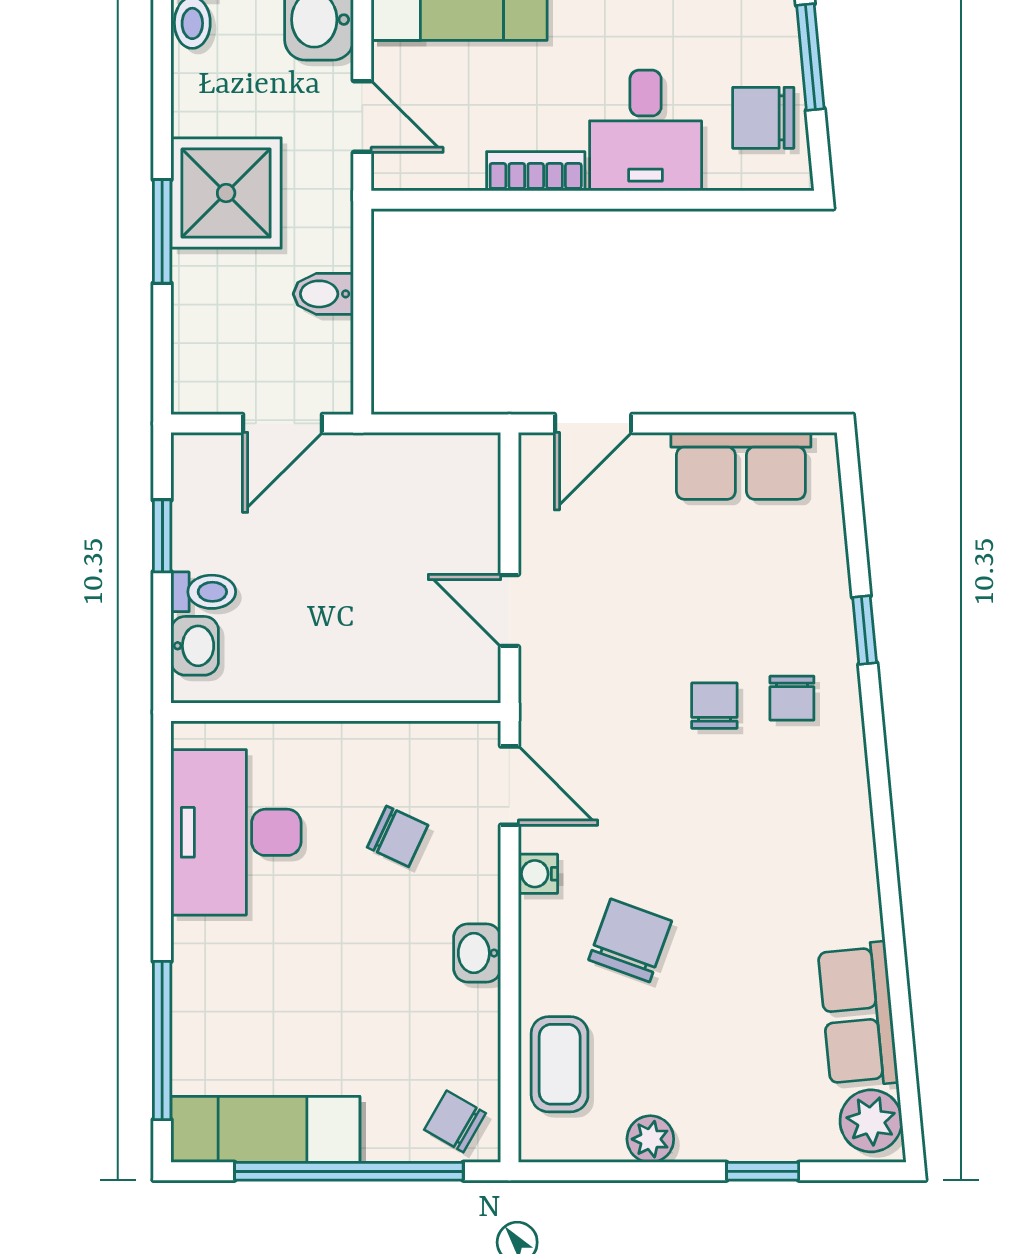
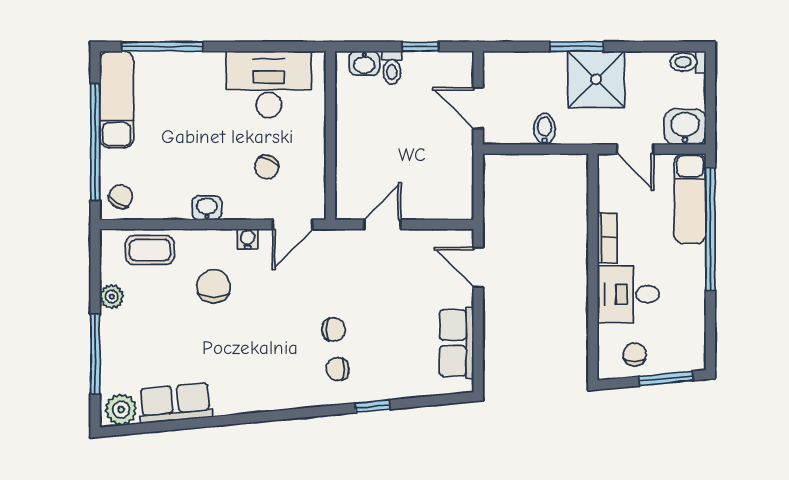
door: (362, 116) -> (635, 149), hinge flipped
chair: (763, 118) -> (635, 354), width x0.73, depth x0.73
chair: (630, 940) -> (213, 286), turned -110
window: (763, 1171) -> (95, 354), width x2.17

